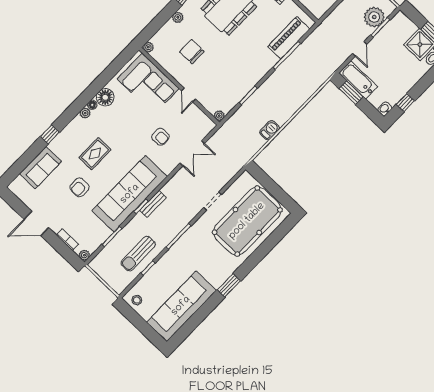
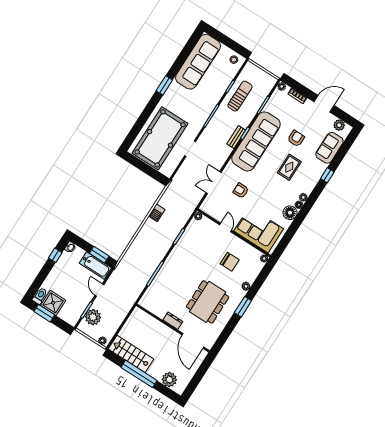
piano: (289, 38) -> (156, 288), removed
plant: (23, 193) -> (339, 125), added

